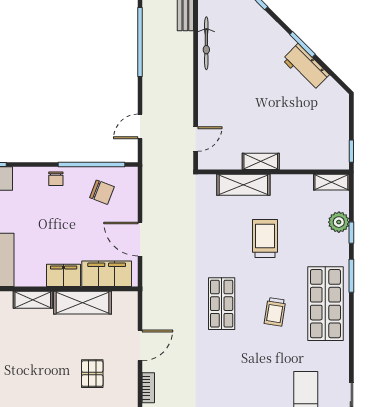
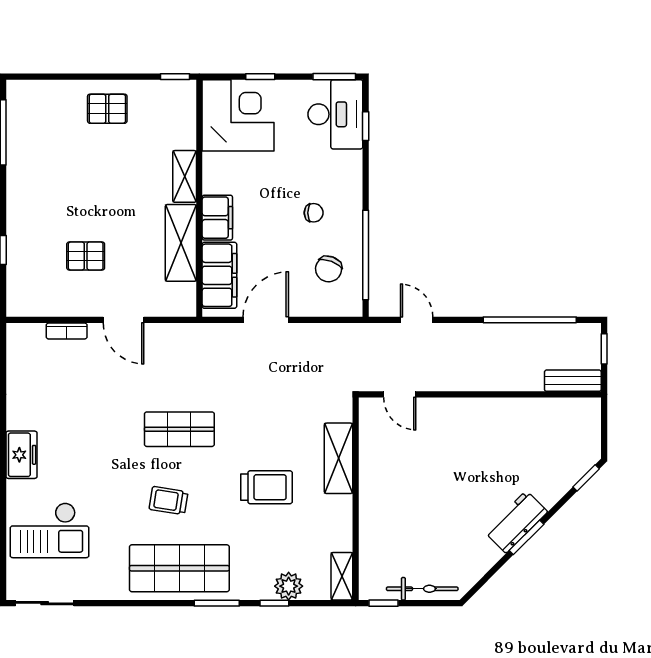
bicycle: (206, 43) -> (422, 589), moved, turned 180
workbench: (306, 67) -> (516, 522), moved
shelving: (261, 161) -> (370, 482), removed
chair: (56, 179) -> (314, 213), moved, turned 180

